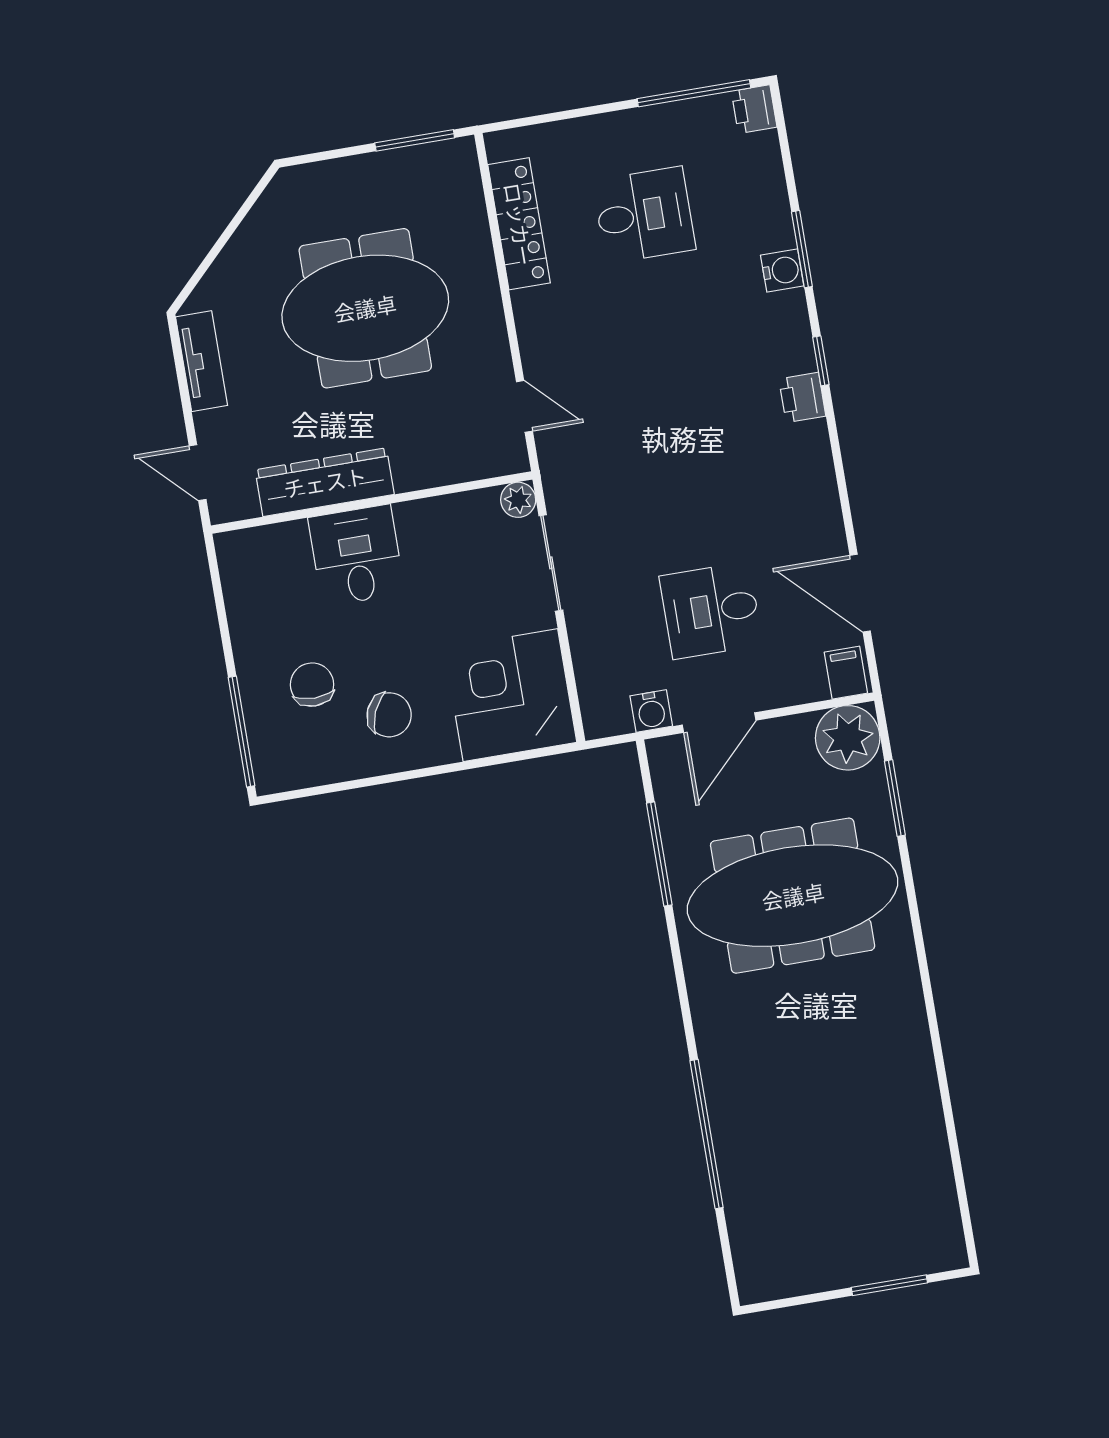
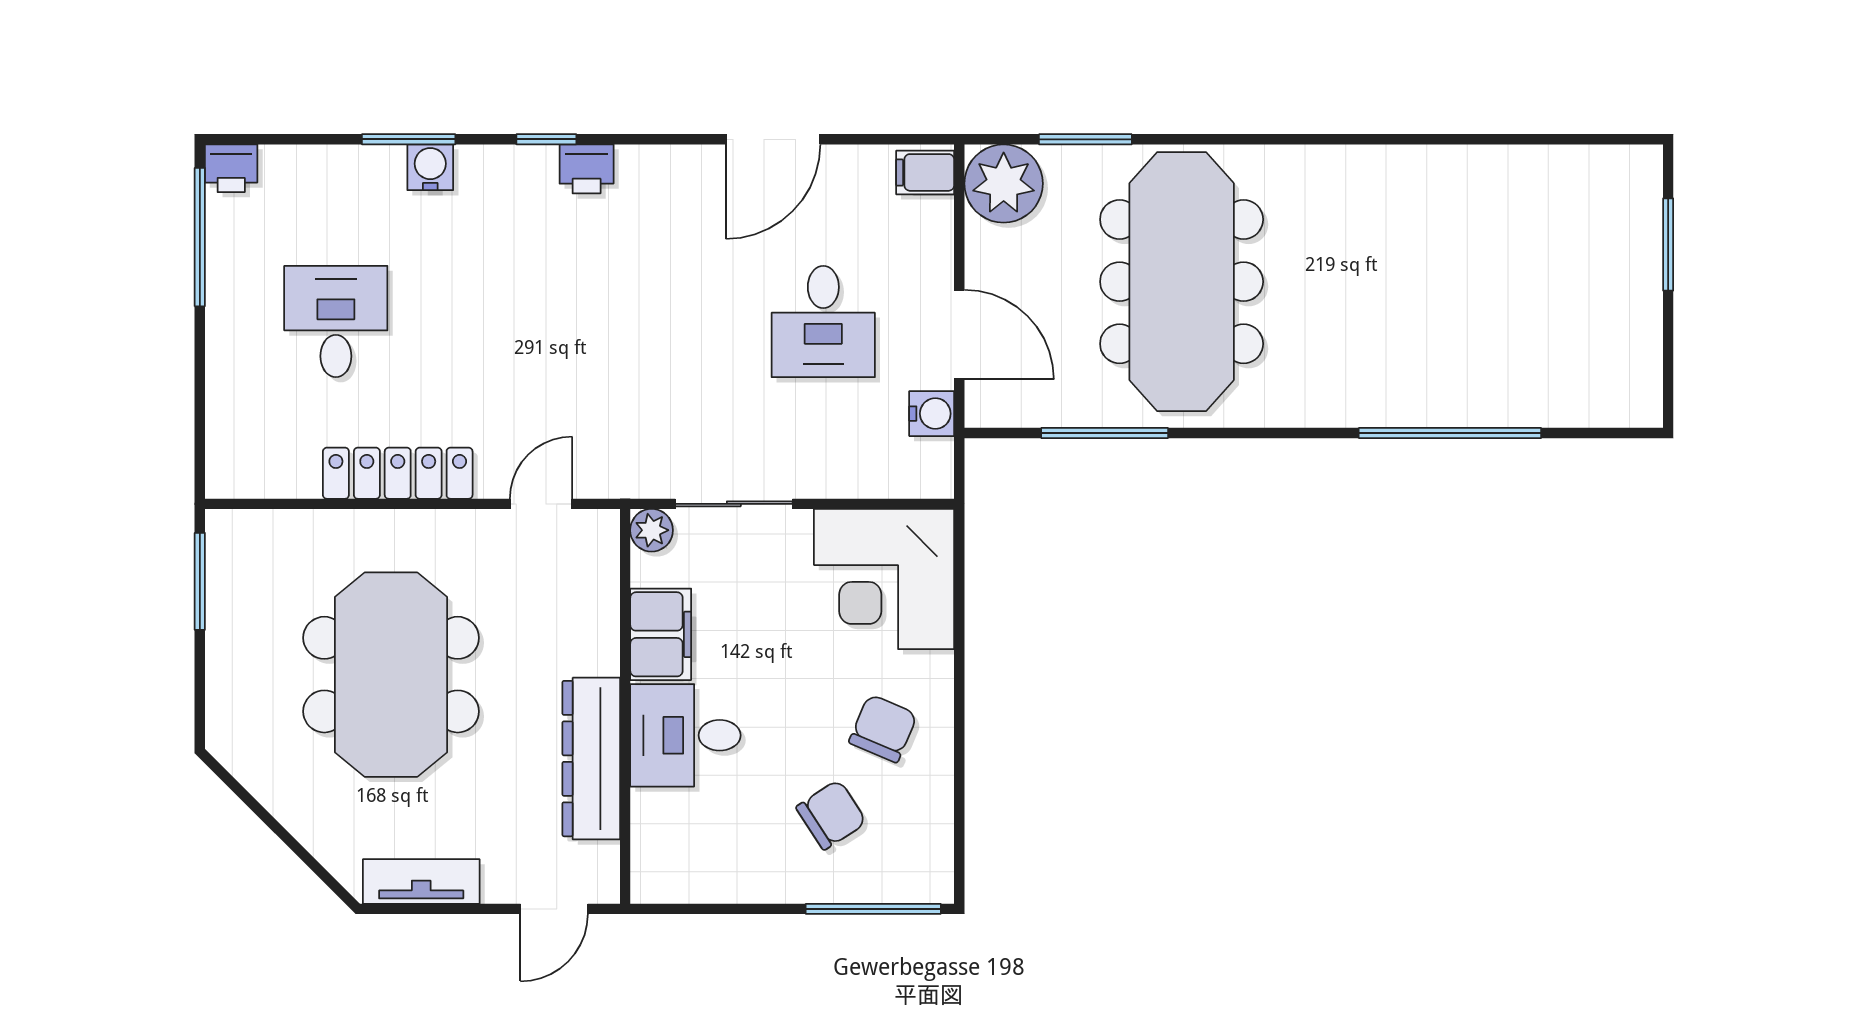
locker: (519, 224) -> (398, 473), moved
filing cabinet: (435, 521) -> (661, 634), added
door: (860, 593) -> (773, 139), moved
chair: (312, 685) -> (831, 815), turned 147

